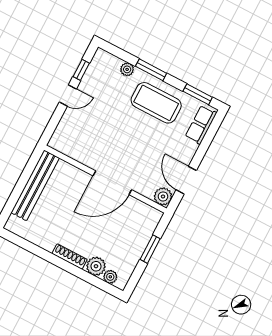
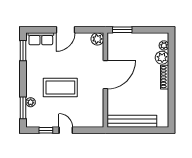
window: (151, 70) -> (23, 108), moved
coffee table: (156, 103) -> (60, 87), moved, turned 90
door: (186, 180) -> (66, 30), moved
door: (112, 183) -> (105, 75), hinge flipped
window: (150, 249) -> (122, 30), moved

